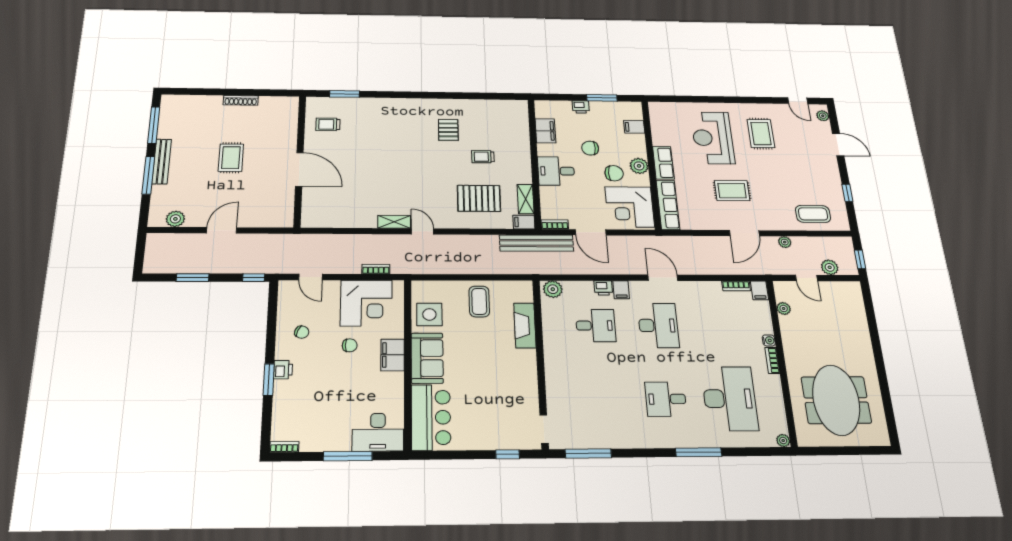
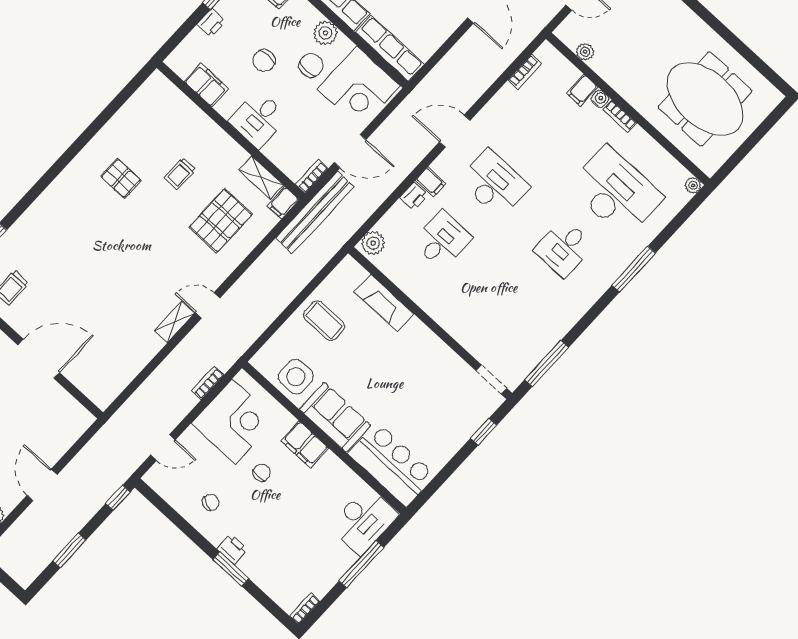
filing cabinet: (759, 290) -> (582, 90), moved, turned 90

